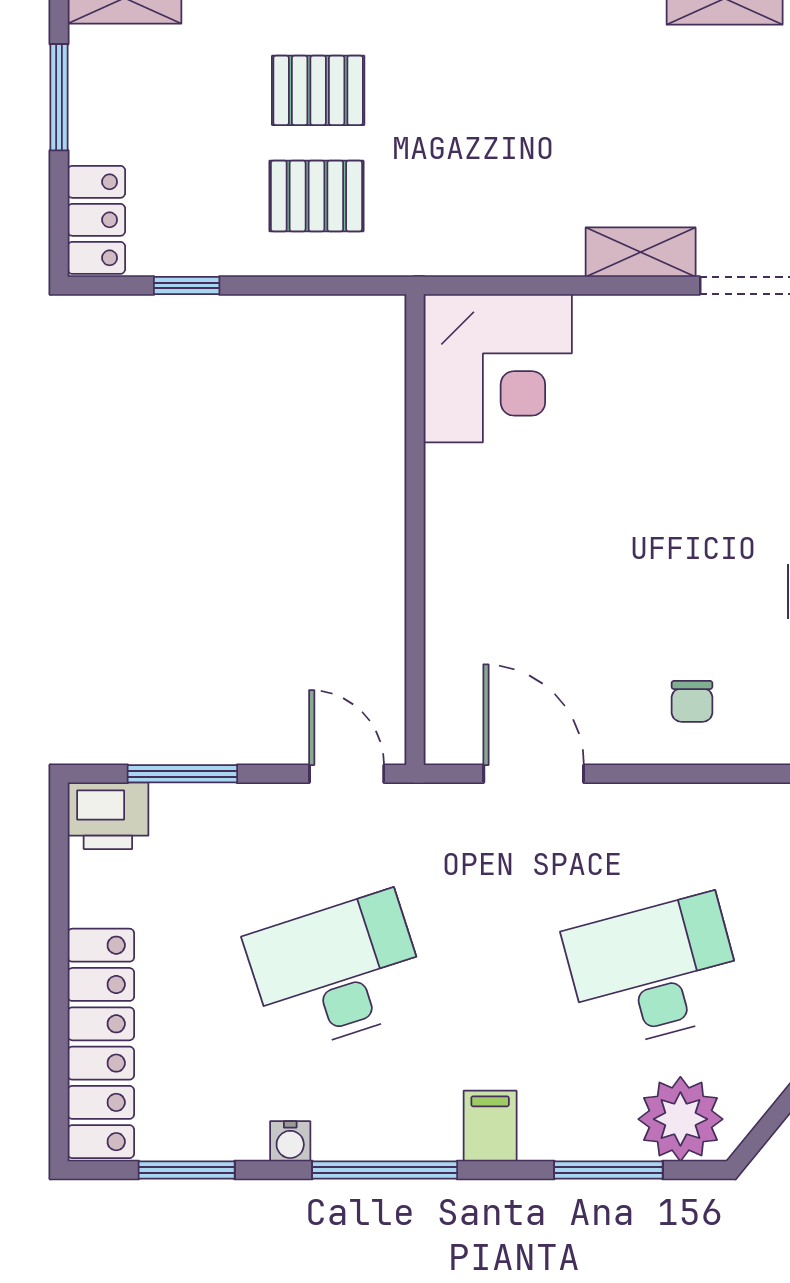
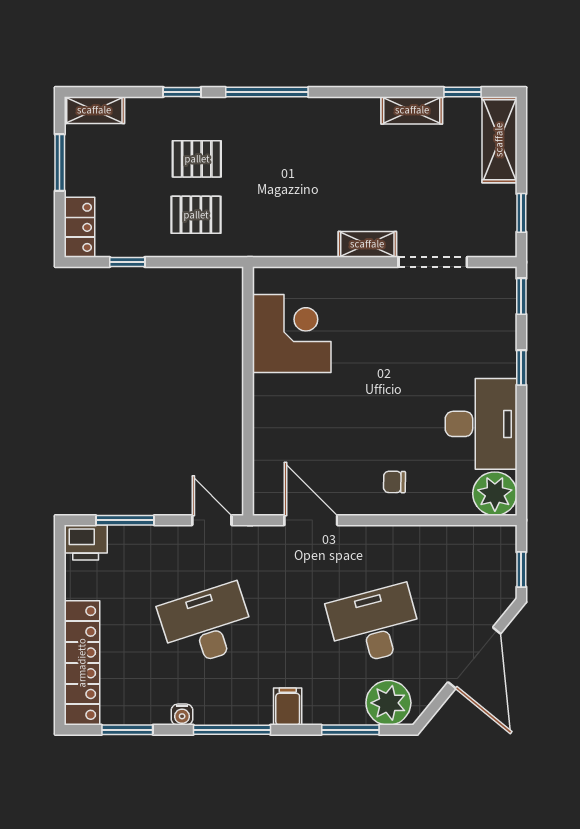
corner desk: (498, 368) -> (292, 333), moved, turned -90
chair: (692, 701) -> (394, 482), turned 91

